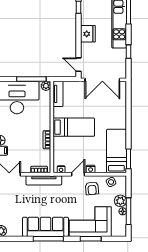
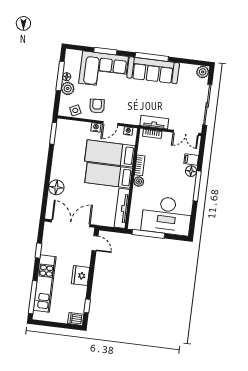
plant: (46, 86) -> (139, 182), moved
tv unit: (58, 94) -> (122, 208), width x1.41
floor lamp: (119, 111) -> (56, 187), added
bed: (116, 151) -> (110, 153), moved, turned 90
tv unit: (44, 180) -> (154, 122), width x0.71

